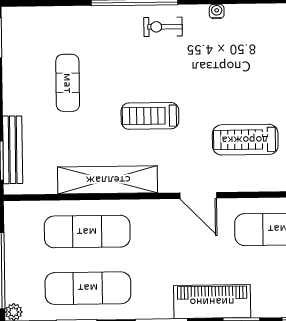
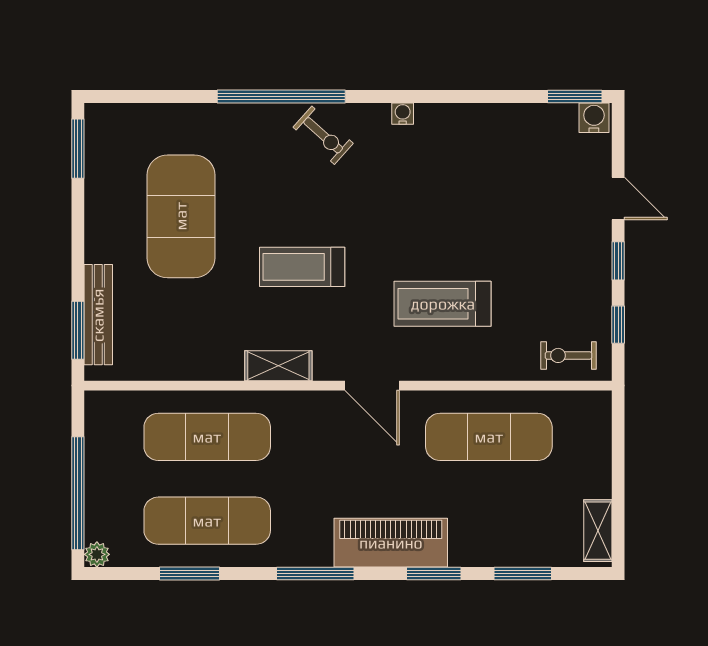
exercise bike: (163, 27) -> (323, 135), turned -138
exercise mat: (68, 83) -> (181, 216), width x2.00, depth x1.45
shelving: (108, 180) -> (278, 366), width x0.45, depth x0.75

